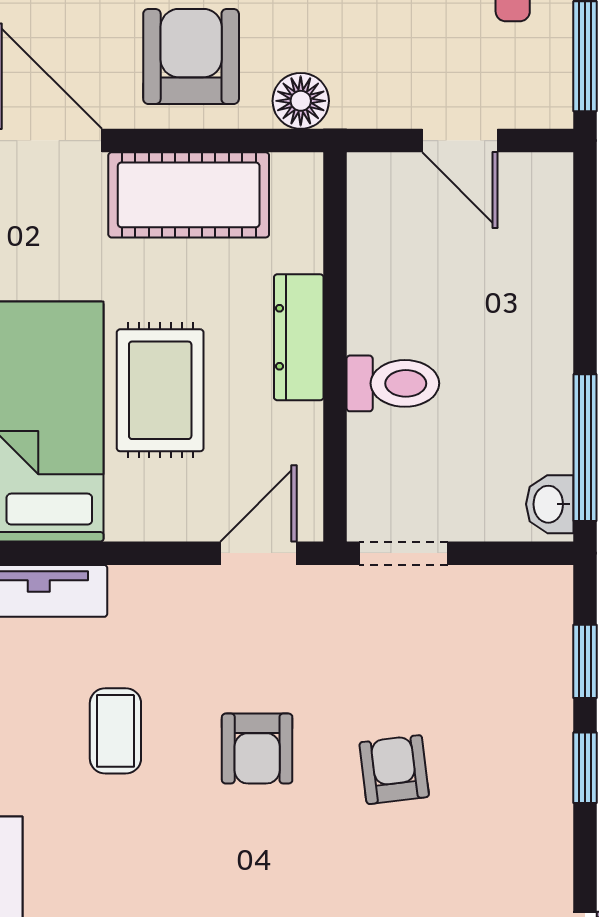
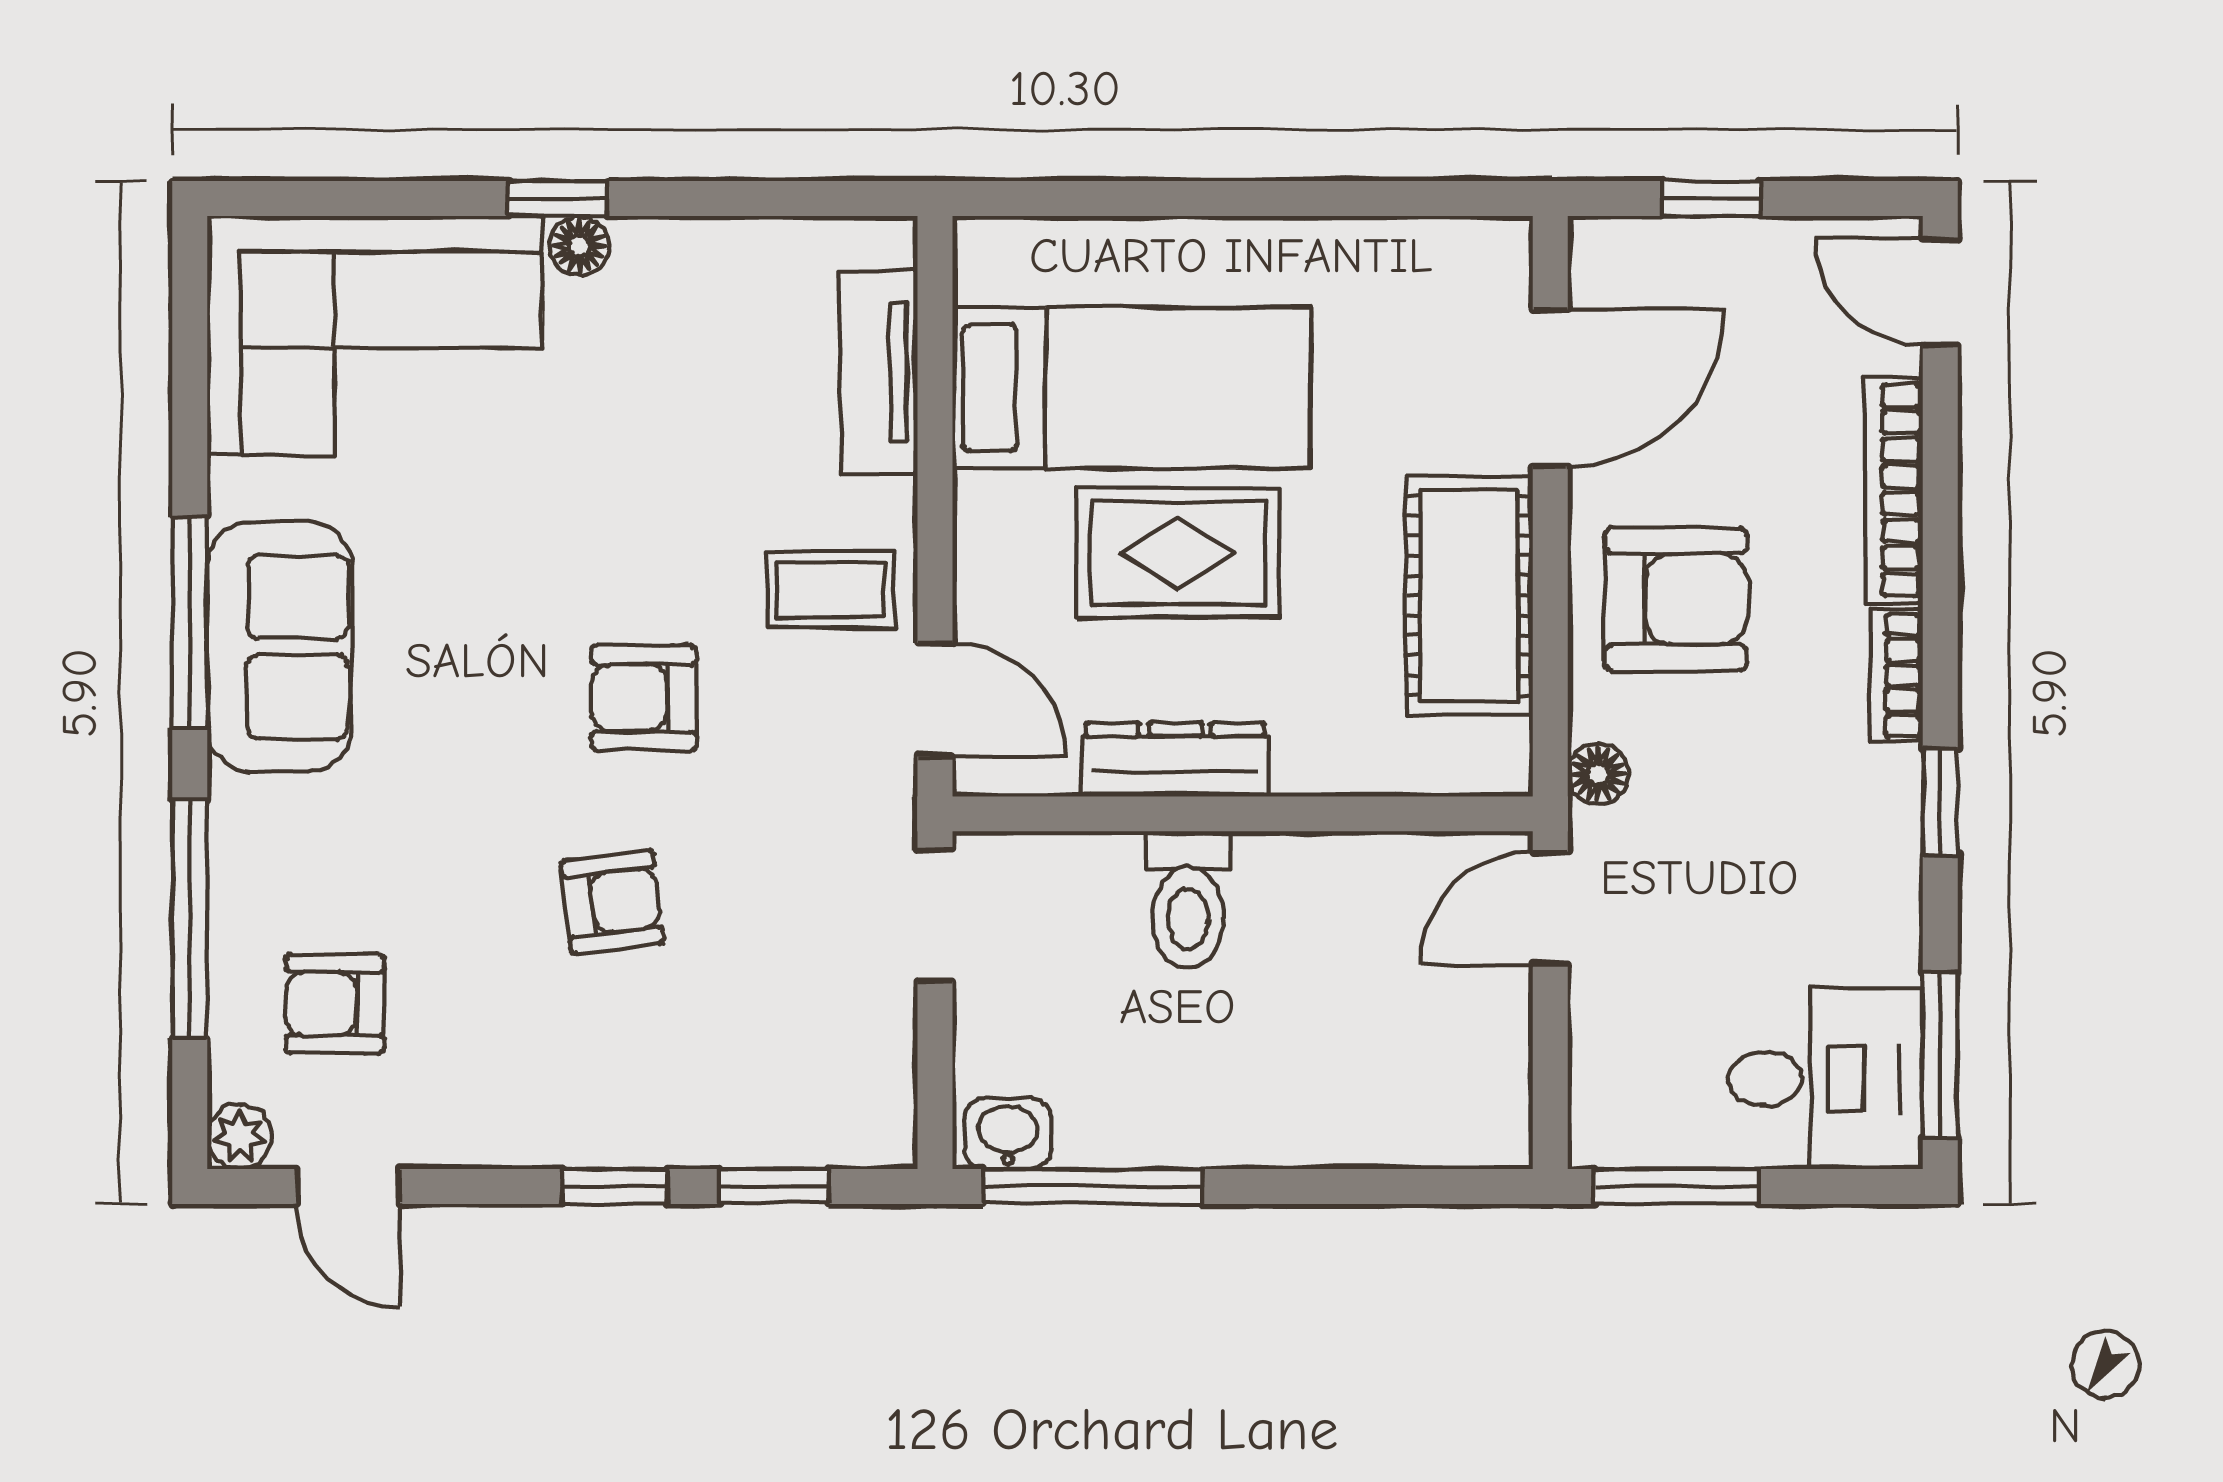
floor lamp: (301, 101) -> (1598, 774), width x0.73, depth x0.73
door: (460, 141) -> (1550, 908), moved
dresser: (299, 337) -> (1175, 760), moved
coffee table: (115, 731) -> (831, 590), moved

